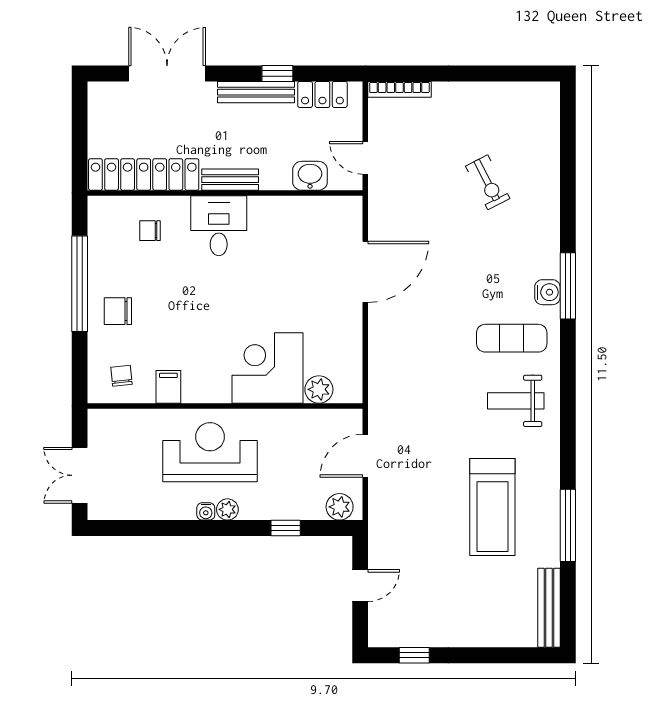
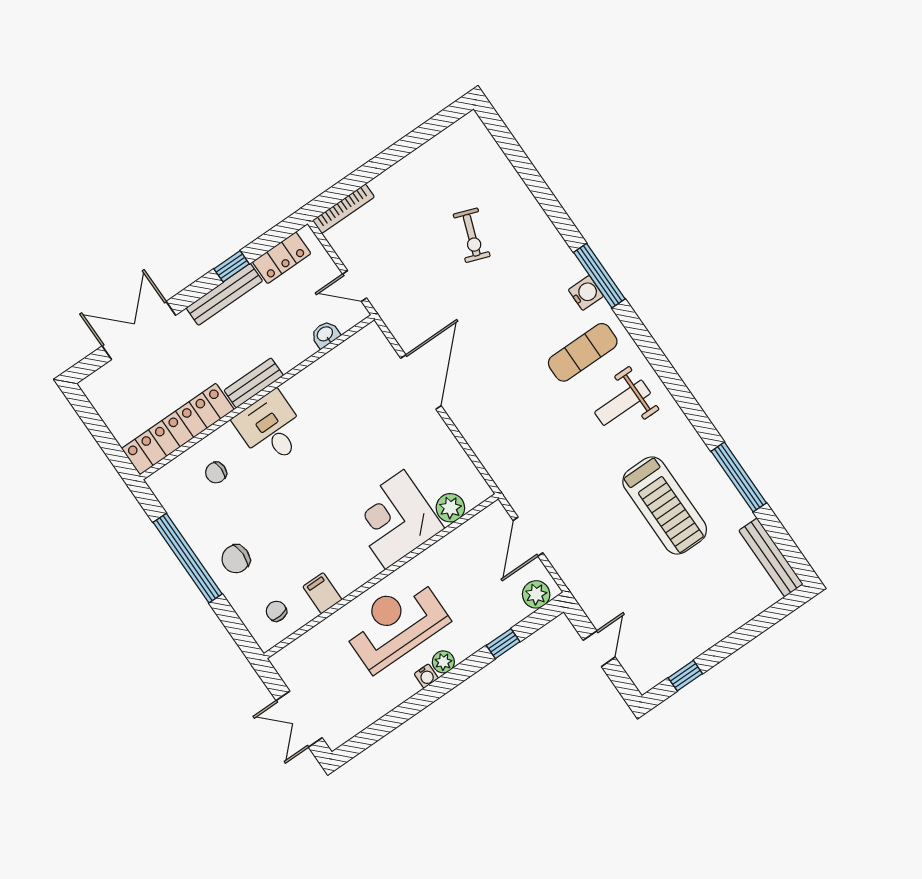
washbasin: (310, 176) -> (325, 334), width x0.72, depth x0.69
exercise bike: (488, 182) -> (472, 235), turned 47

